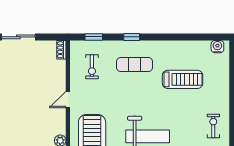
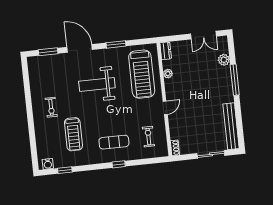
window: (94, 37) -> (65, 170), moved
treadmill: (183, 79) -> (73, 134), turned -90
exercise bike: (213, 126) -> (51, 107), moved

